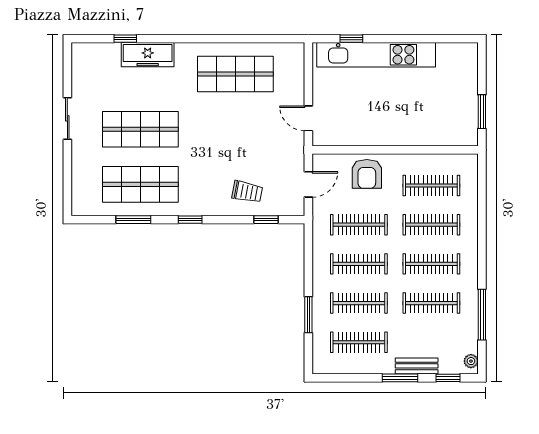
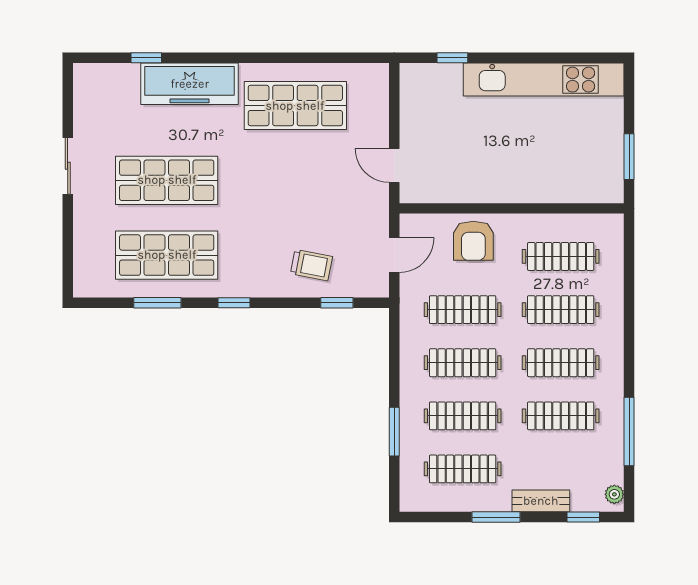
freezer: (148, 55) -> (190, 84), width x1.36, depth x1.26
kitchen unit: (376, 55) -> (544, 80), moved
window: (400, 378) -> (496, 517), moved

